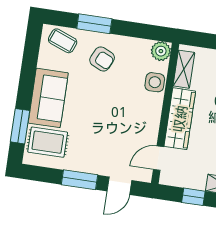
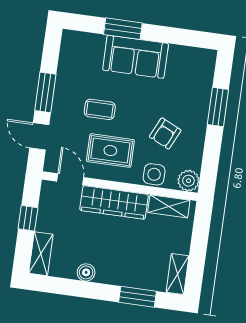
coffee table: (63, 41) -> (100, 109), moved, turned 69
armchair: (102, 59) -> (165, 133), moved
window: (20, 126) -> (123, 29), moved
rug: (48, 142) -> (110, 151), moved, turned 90

